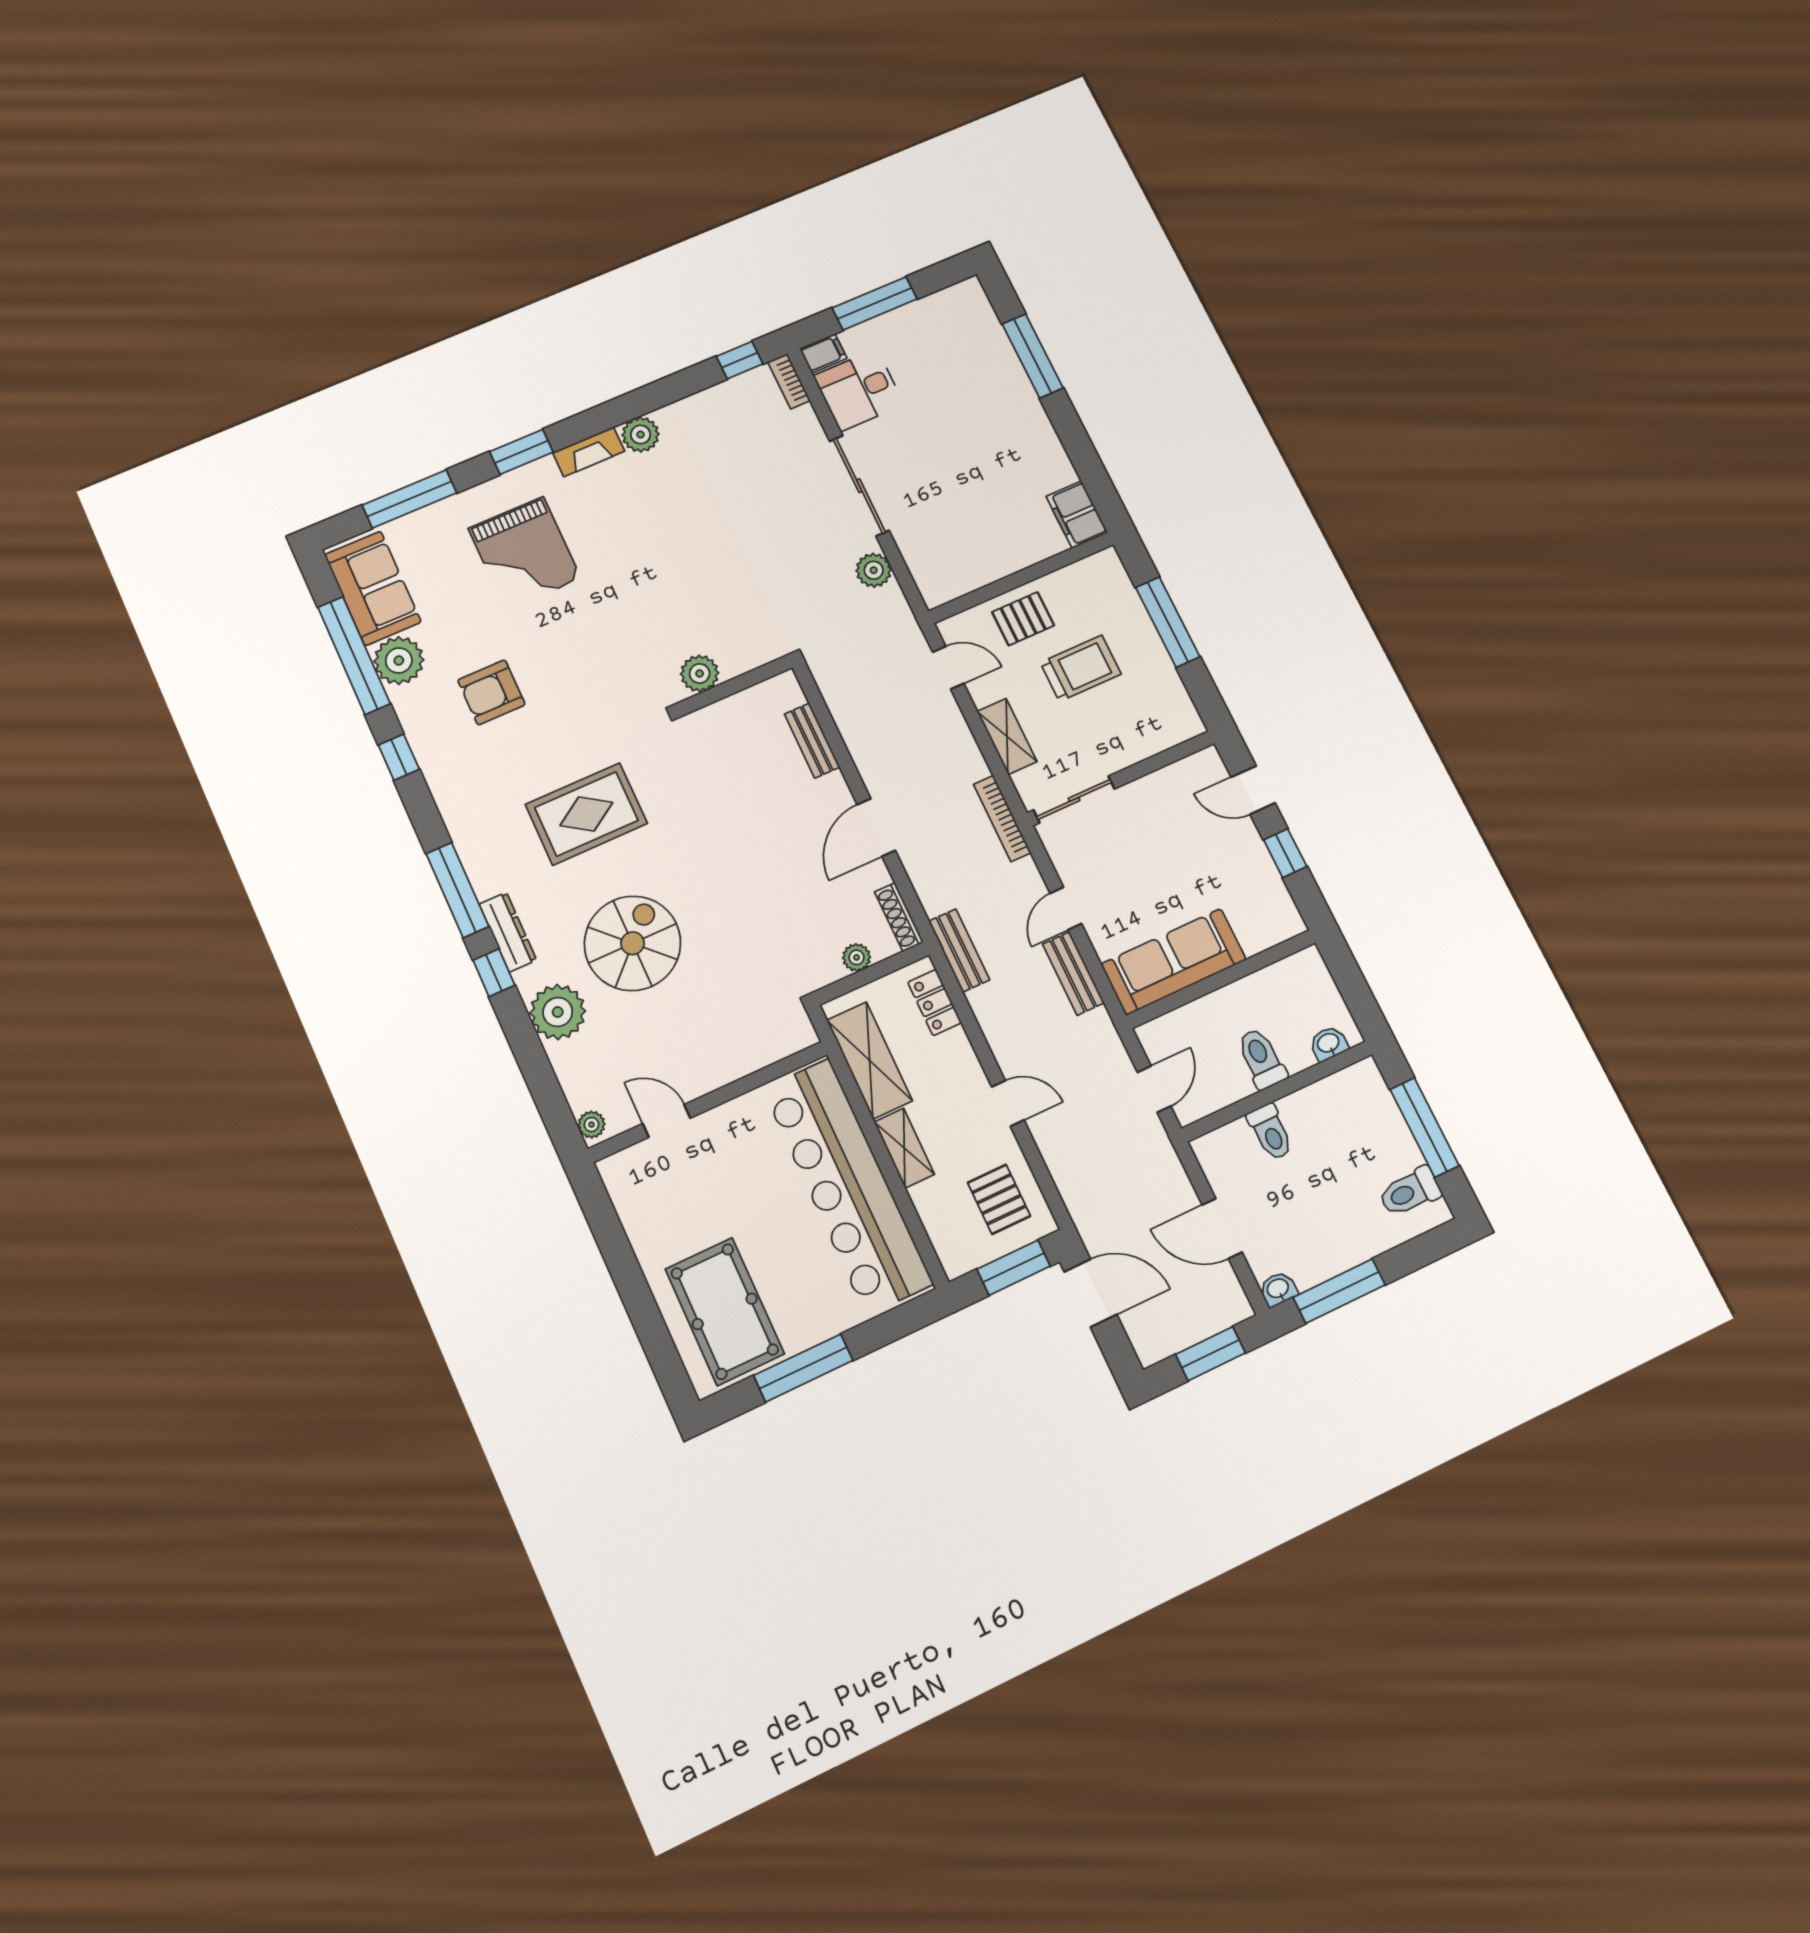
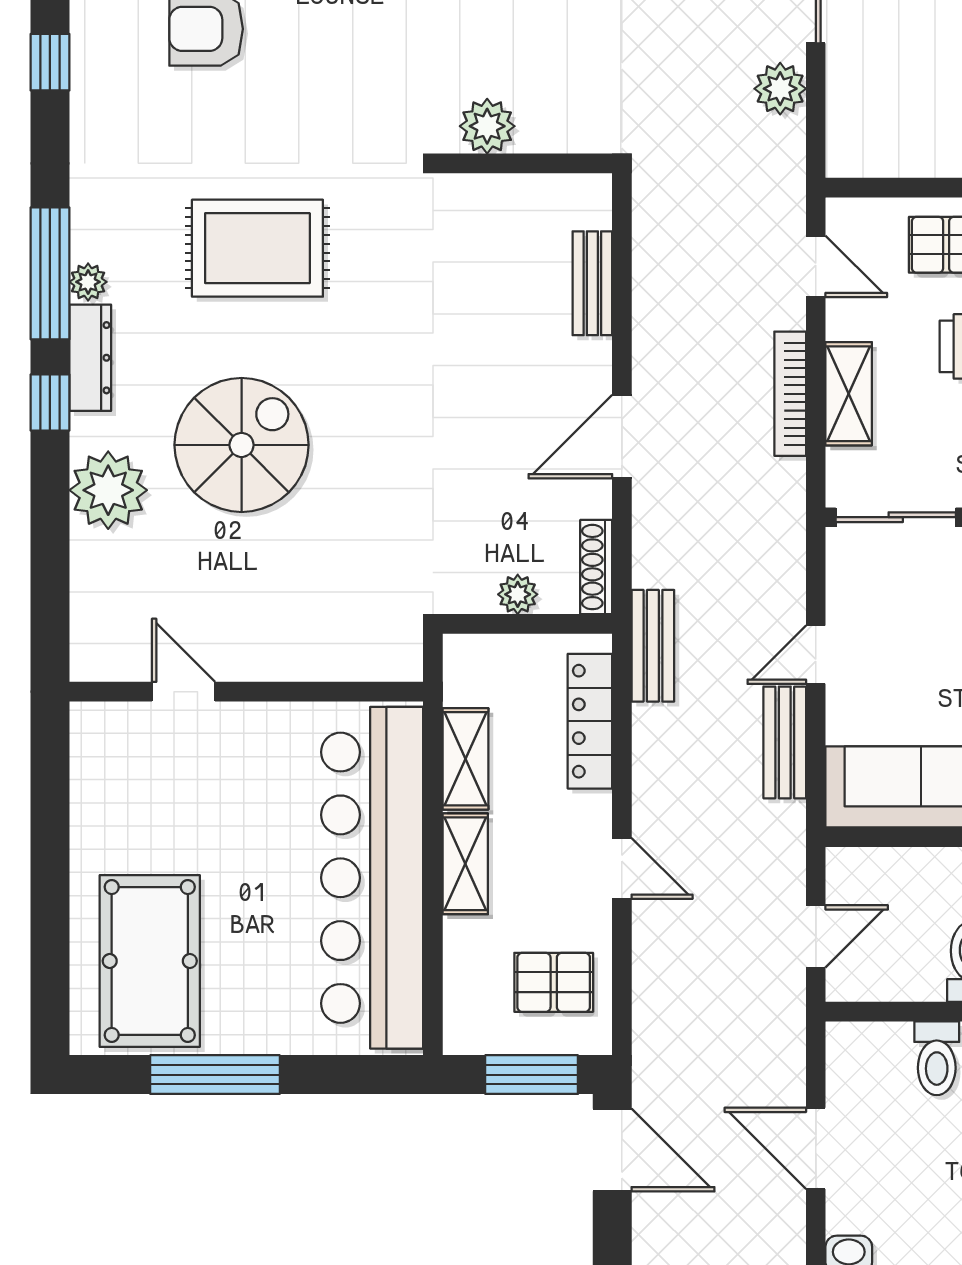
bookcase: (1002, 819) -> (790, 394), moved
locker: (935, 1003) -> (590, 721), width x1.53
shelving: (870, 1060) -> (465, 759), width x0.67, depth x0.75
plant: (591, 1125) -> (88, 282), moved
pallet: (999, 1199) -> (554, 982), turned 90

